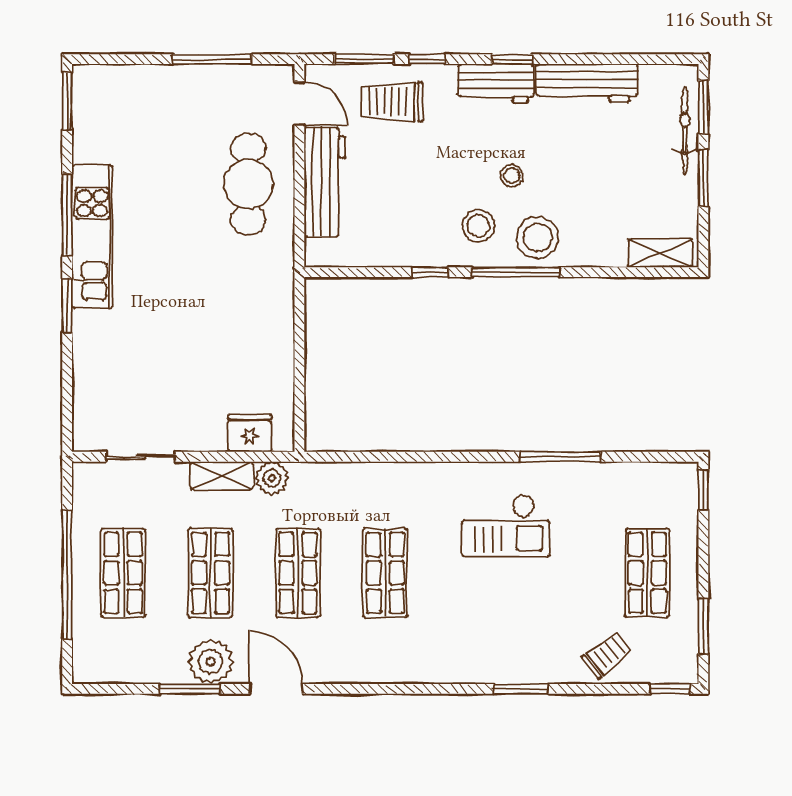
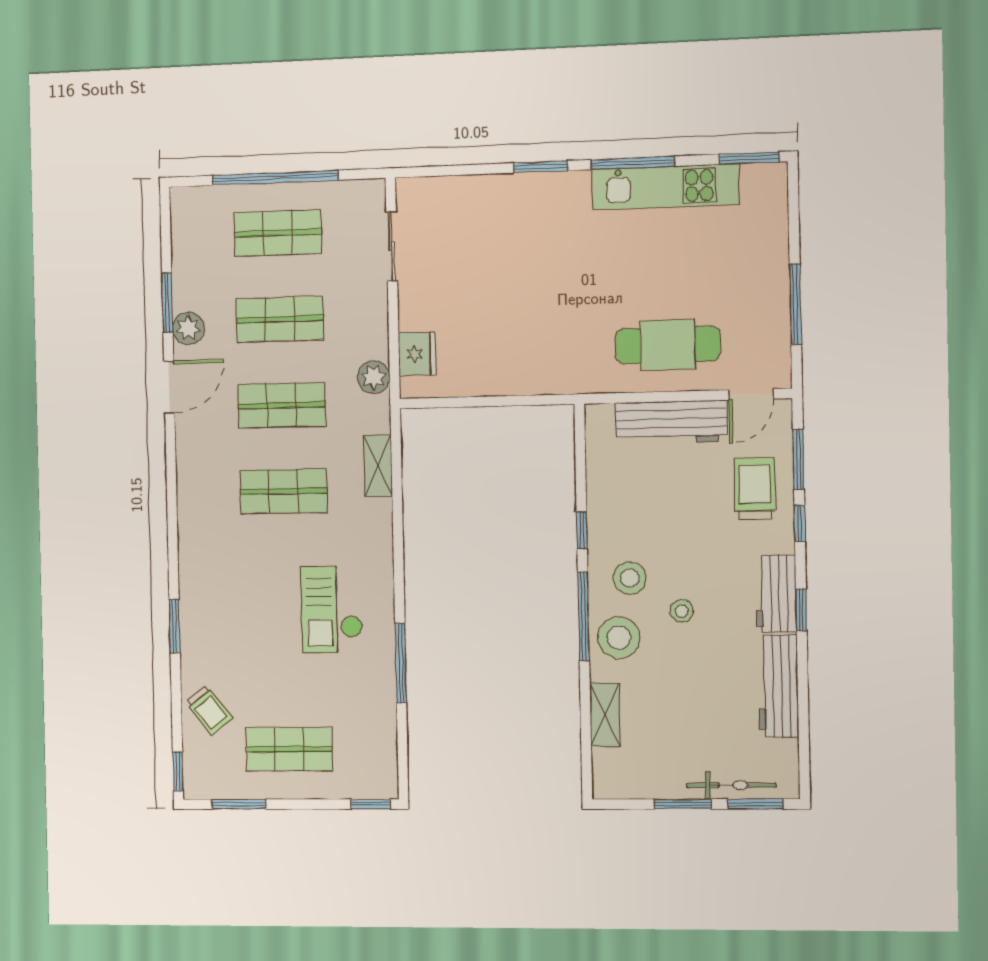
kitchen unit: (92, 236) -> (665, 187), moved
shelving: (660, 253) -> (605, 715), moved
shelving: (222, 476) -> (378, 466), moved
plant: (211, 662) -> (188, 328), width x0.73, depth x0.73

